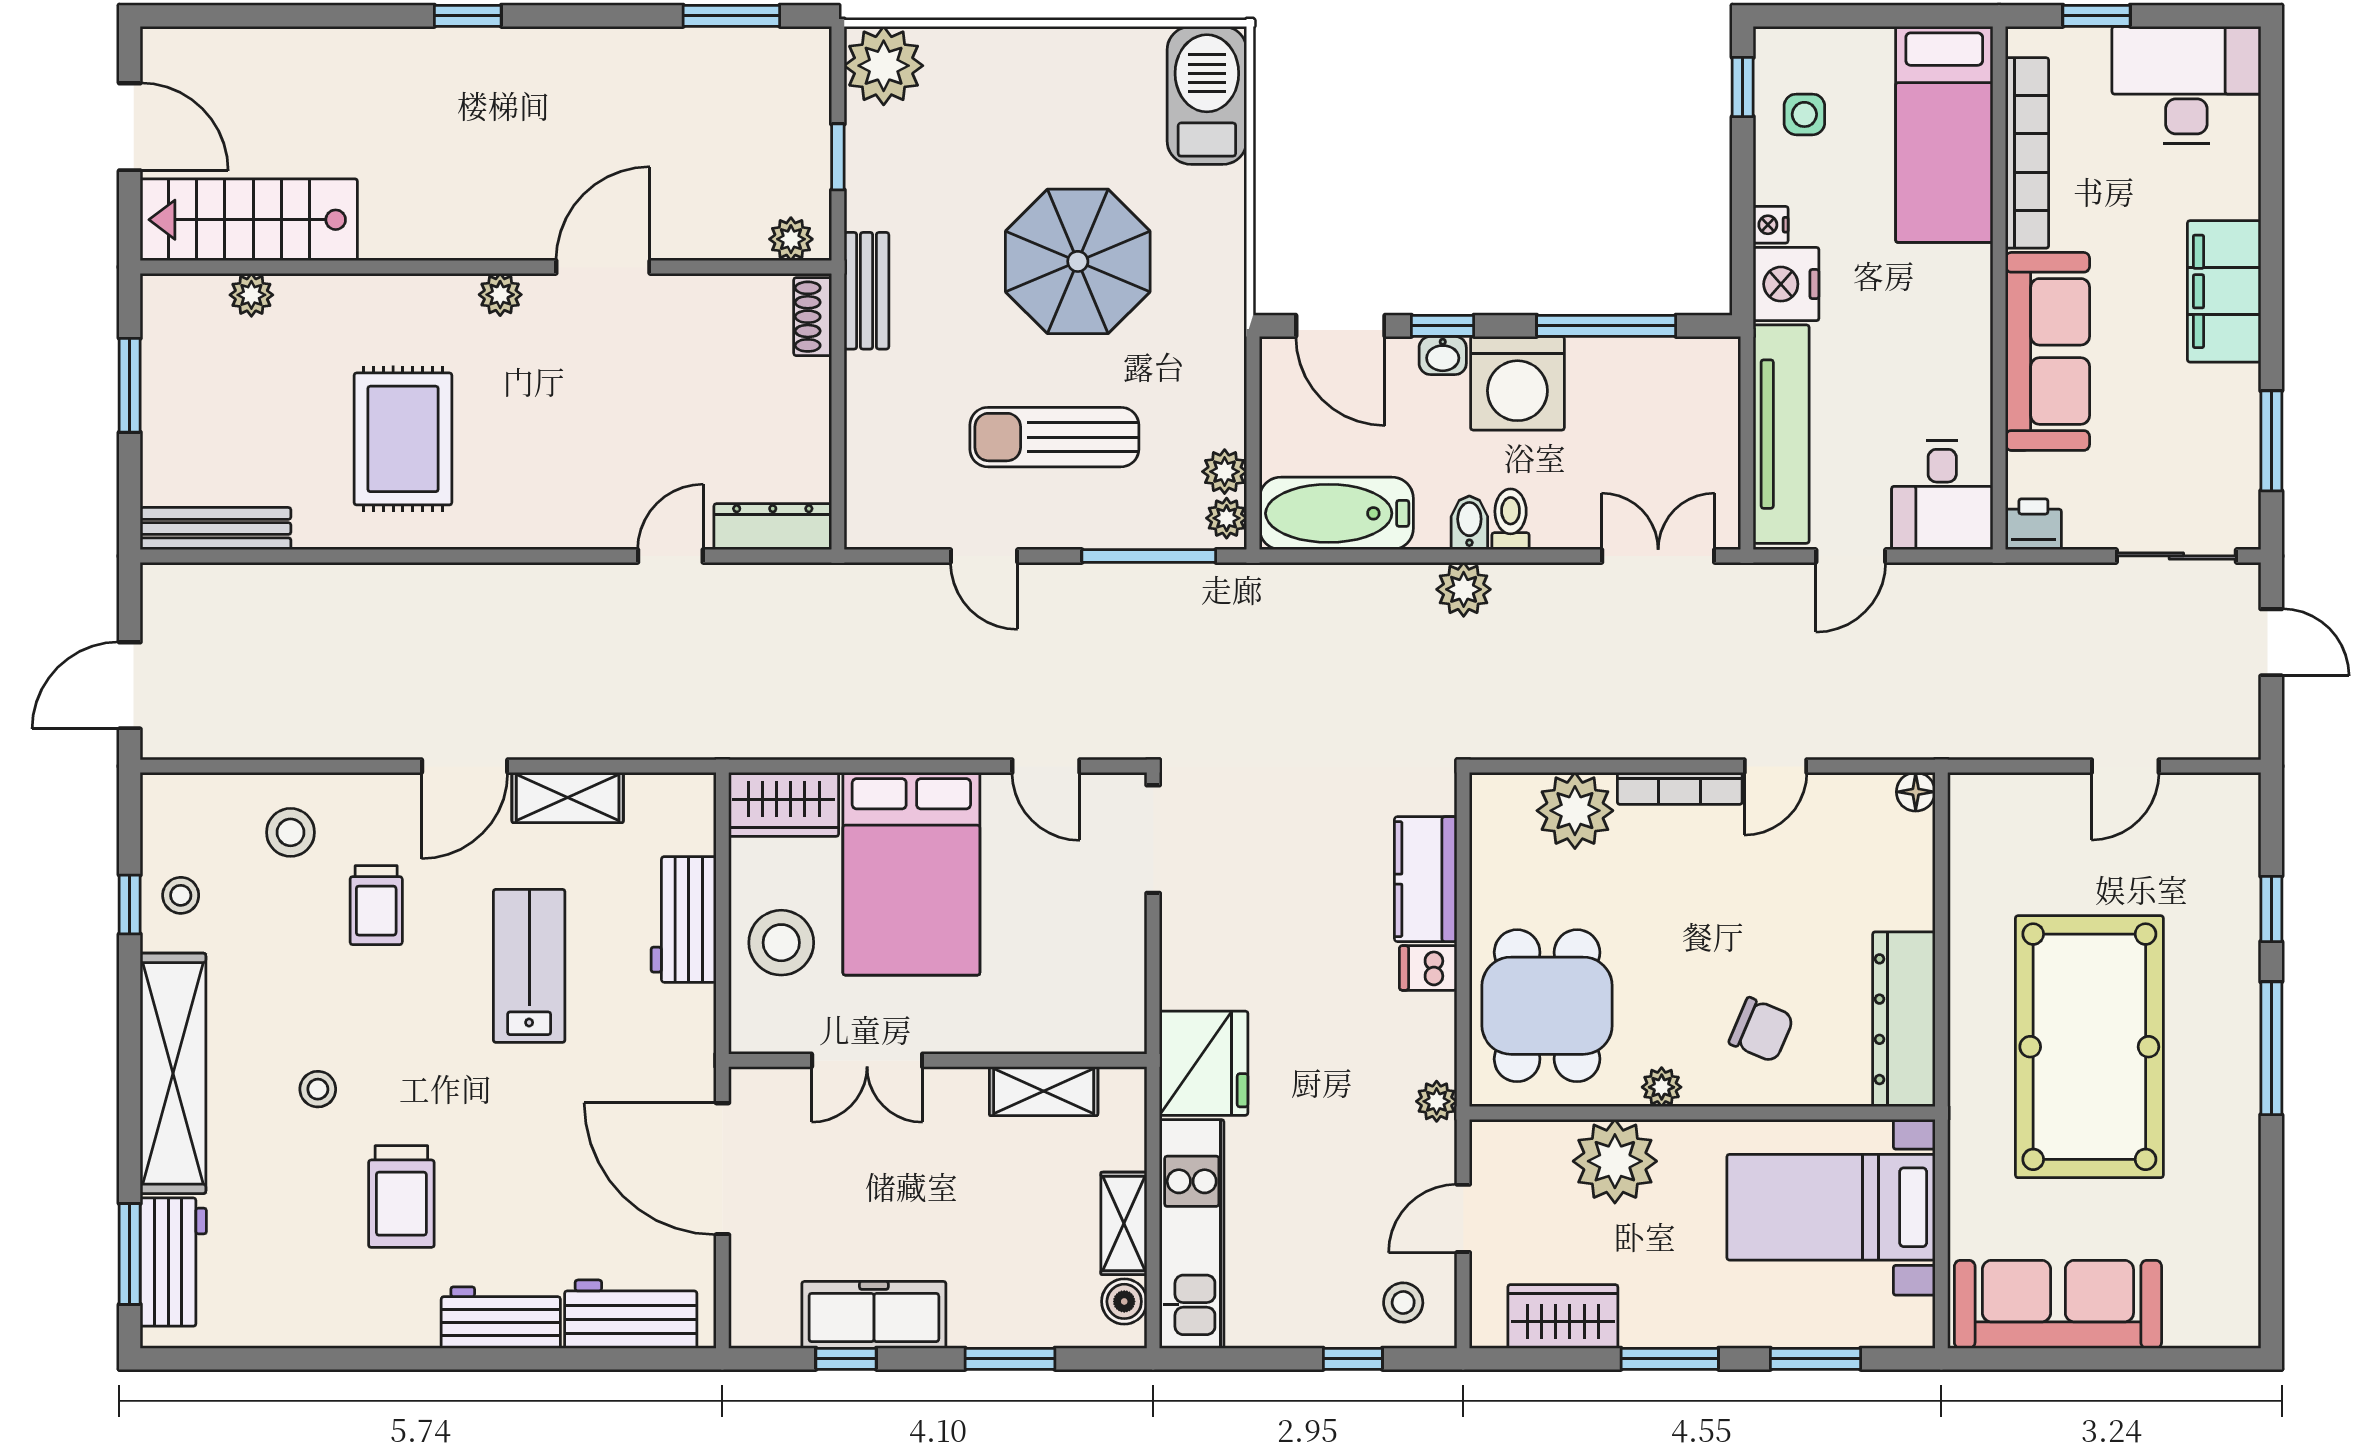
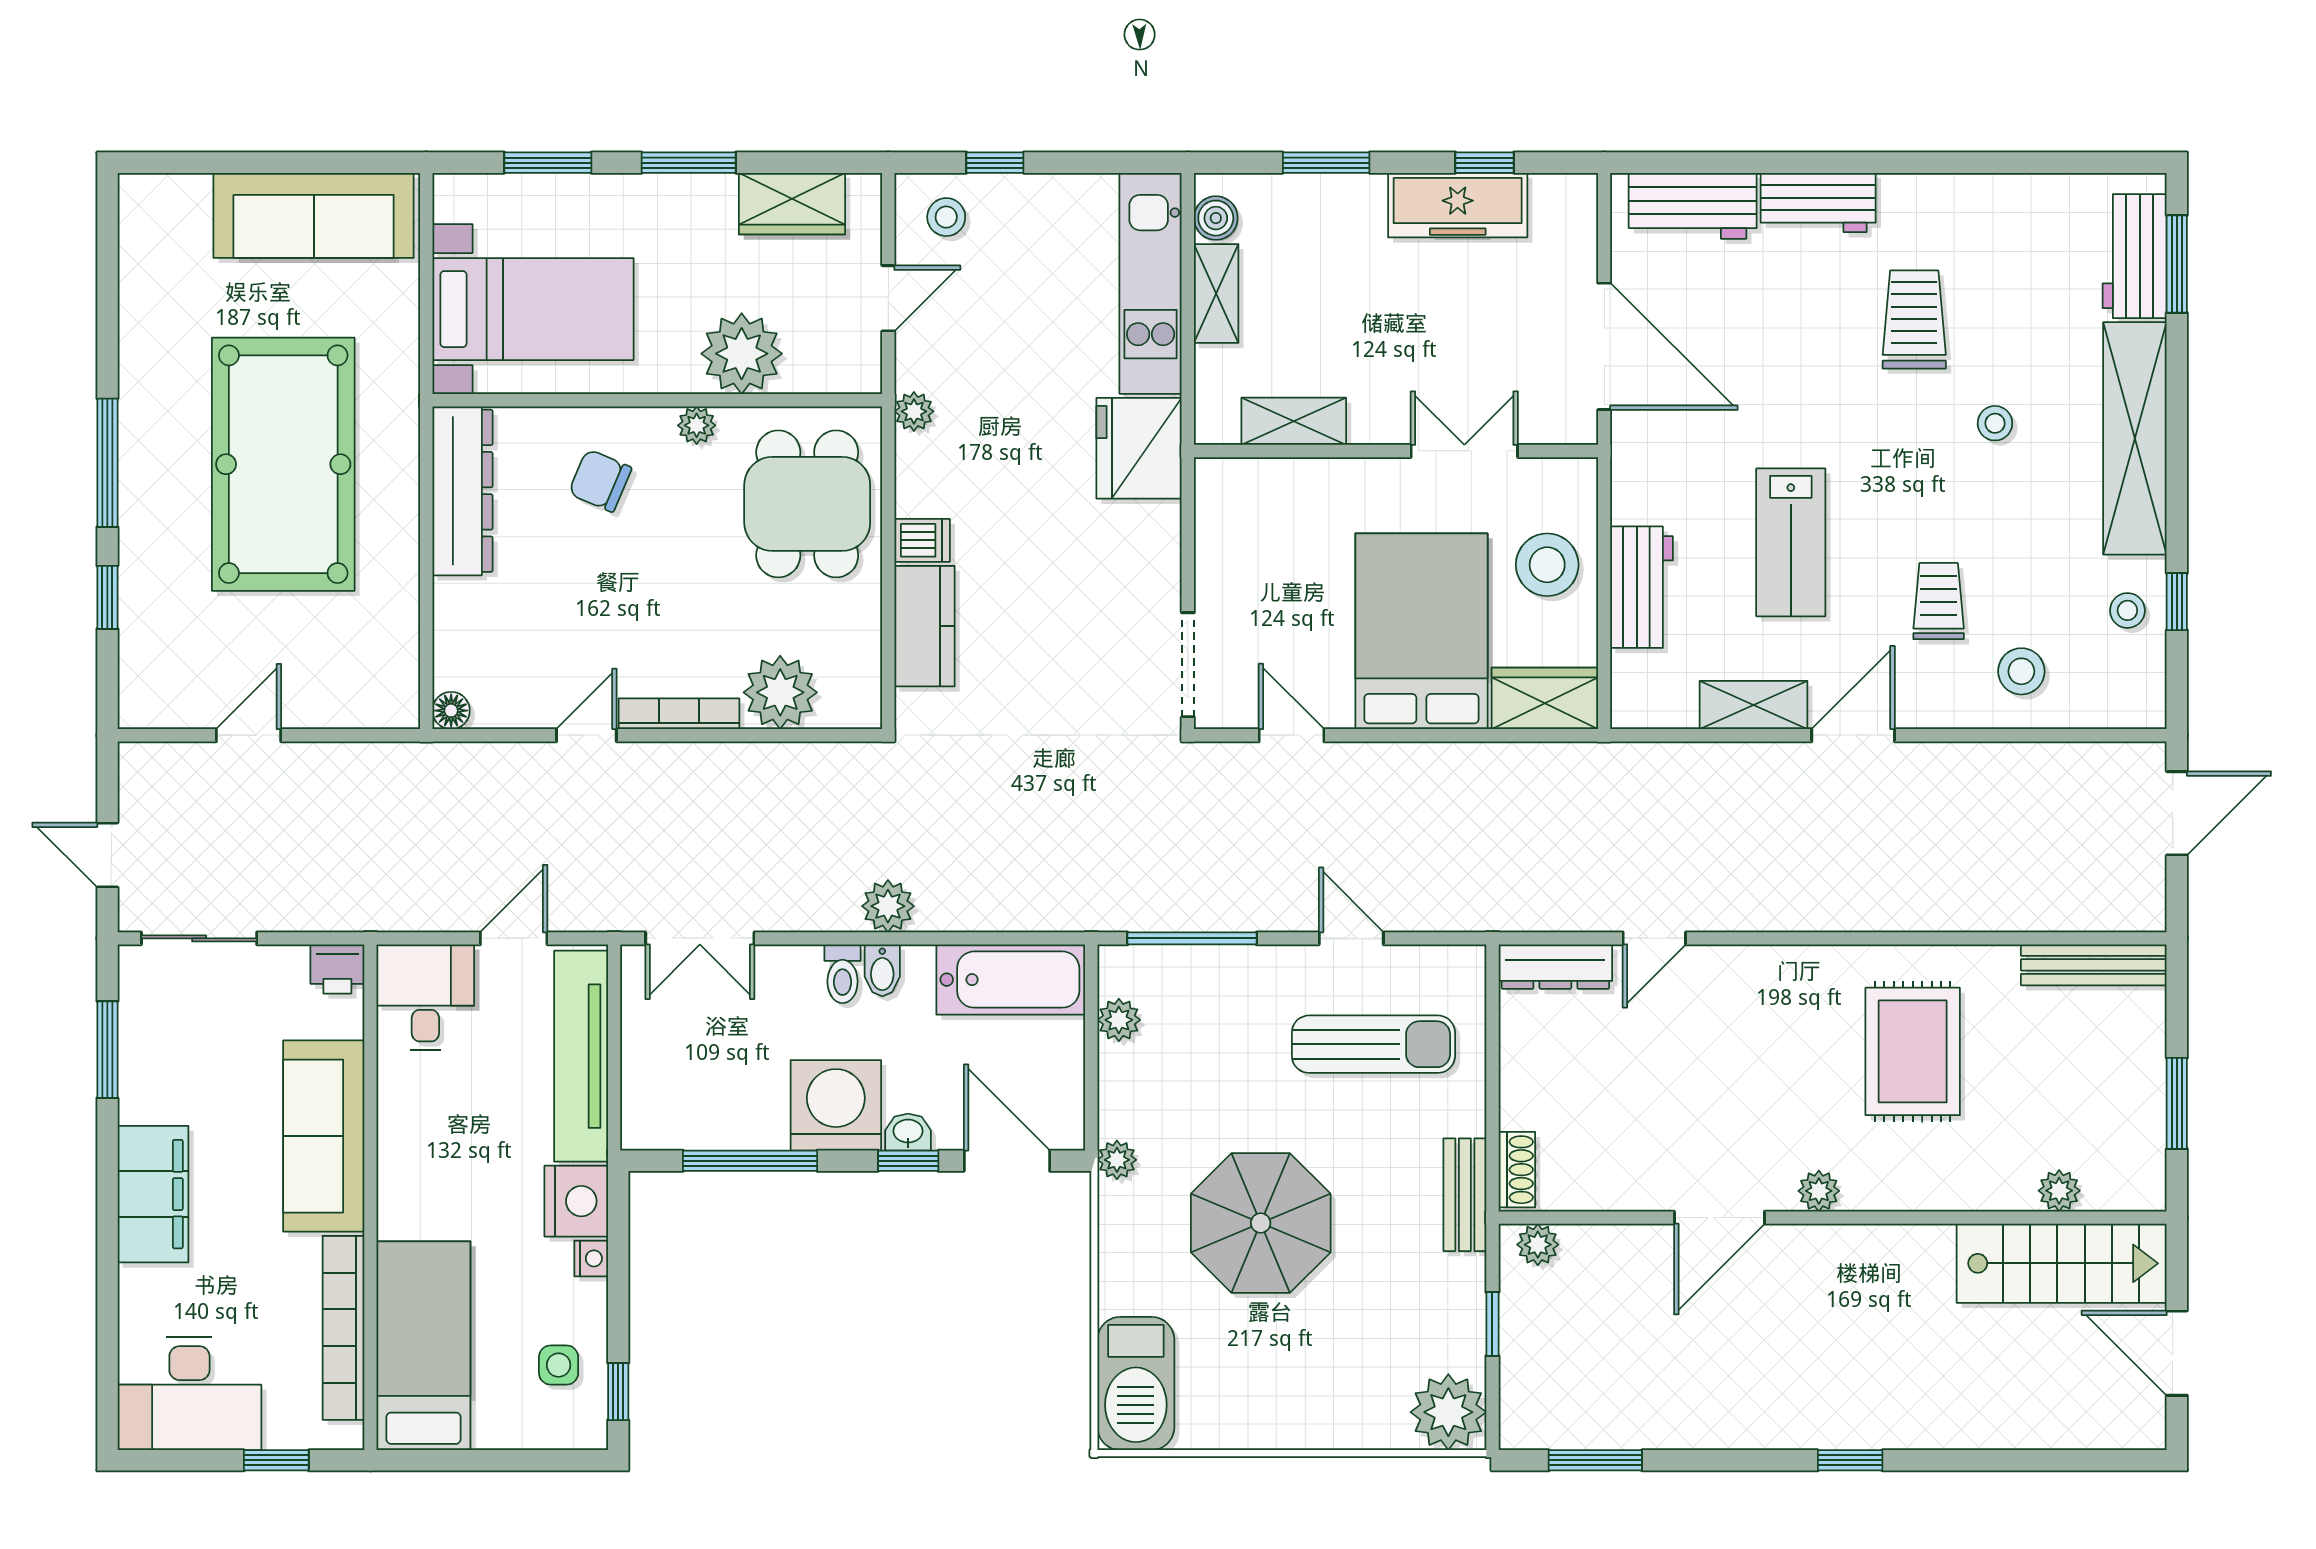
sun lounger: (1054, 437) -> (1373, 1044), moved
plant: (1227, 518) -> (1117, 1160), moved

